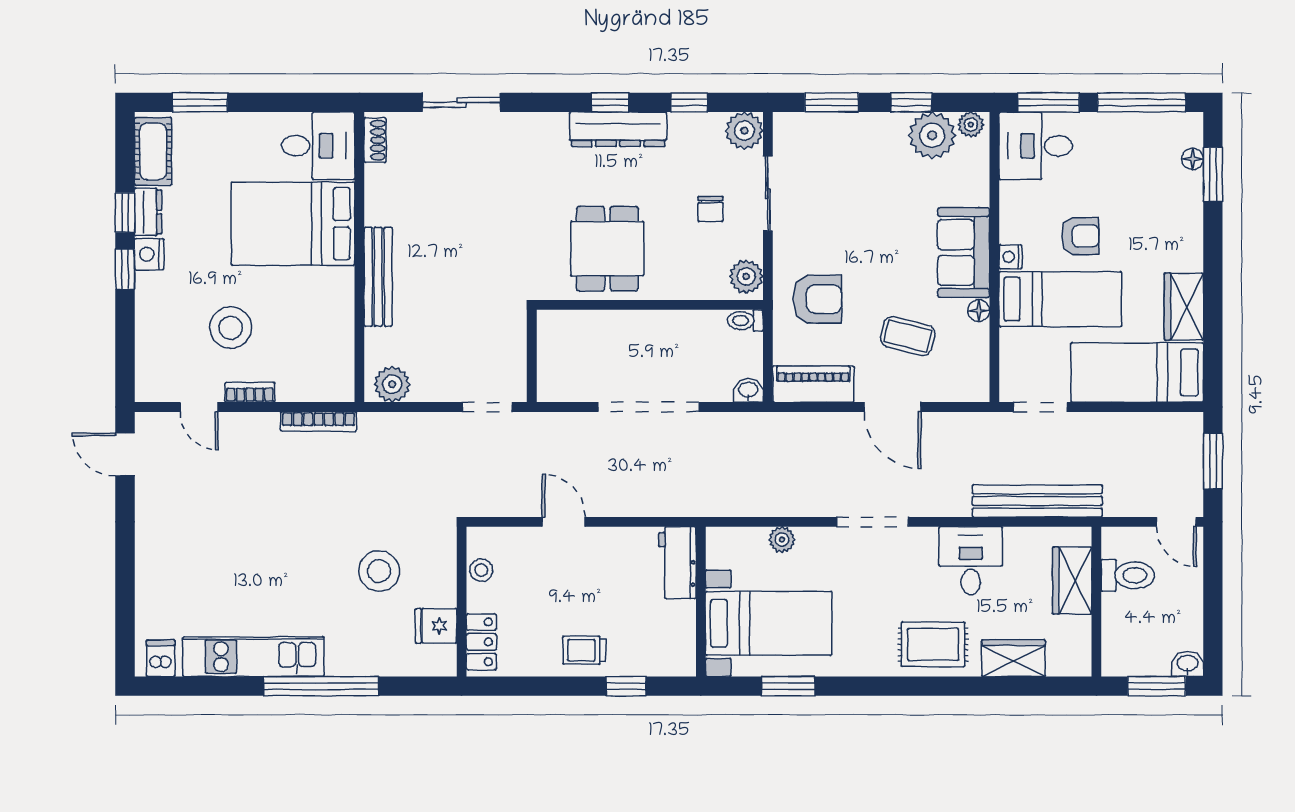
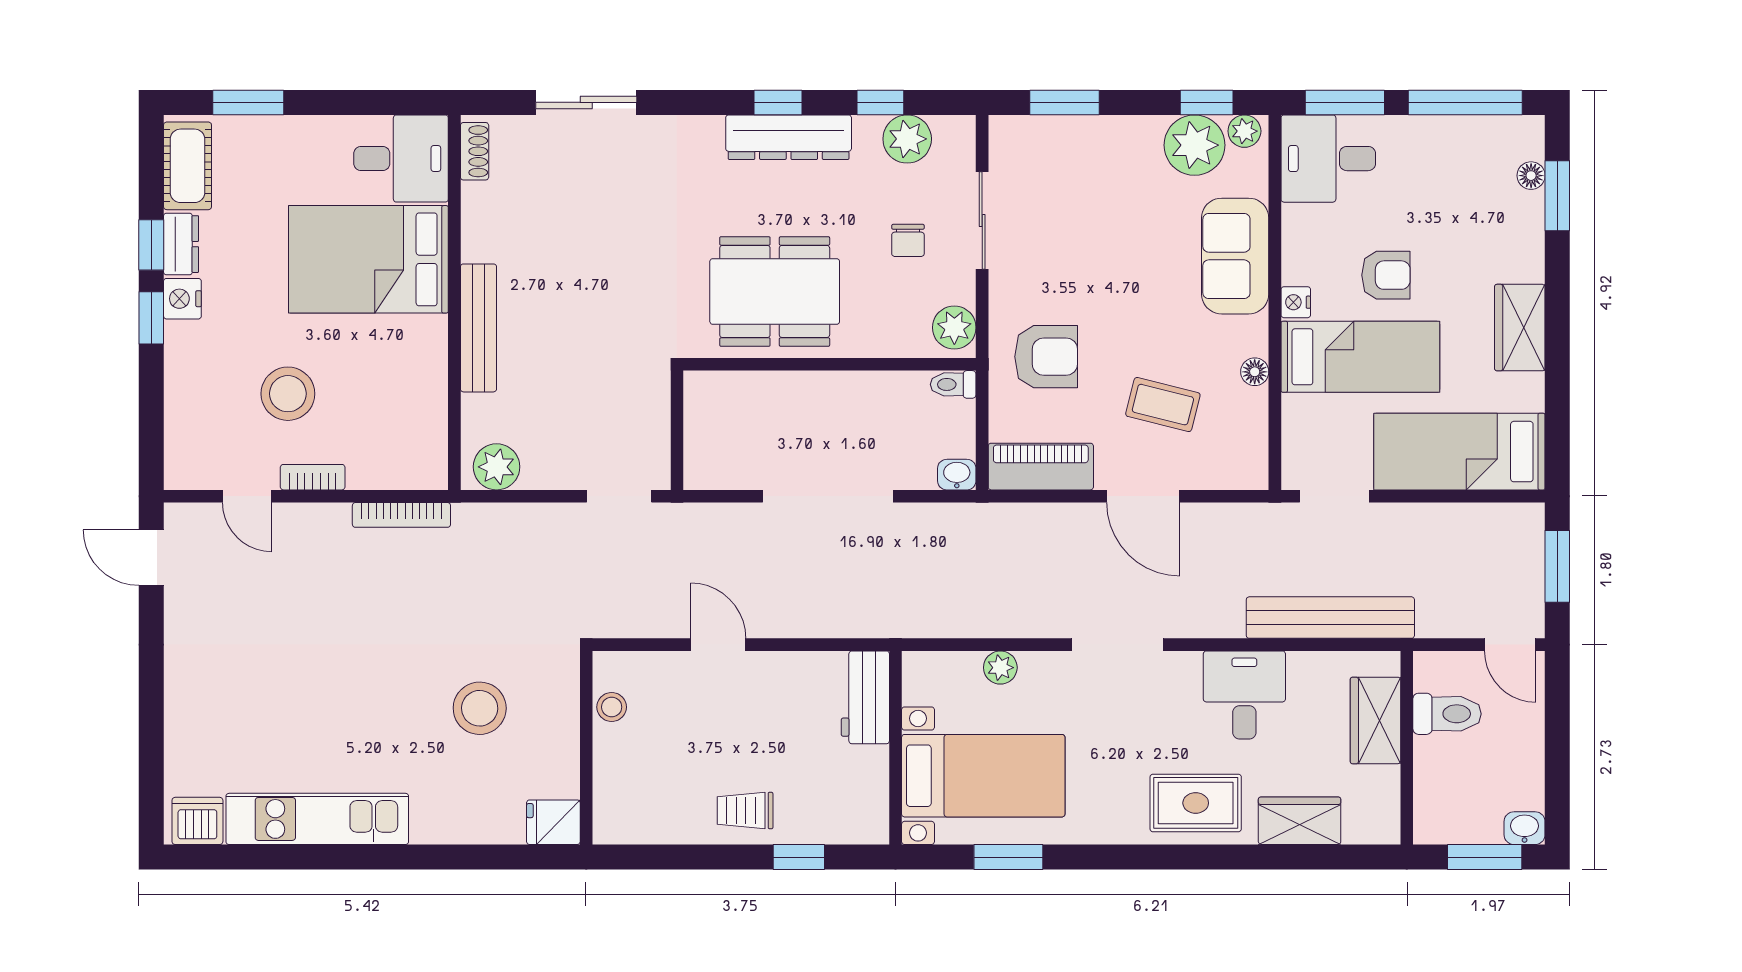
window: (911, 102) -> (1207, 102), moved
plant: (744, 131) -> (907, 139), moved
dining table: (607, 249) -> (775, 291), width x1.38
sofa: (964, 252) -> (1235, 256), moved
wardrobe: (1184, 307) -> (1520, 328), moved
fridge: (436, 626) -> (553, 822), moved
locker: (481, 642) -> (612, 800), removed
dishwasher: (161, 658) -> (197, 821), width x1.38
window: (321, 686) -> (405, 857), removed

